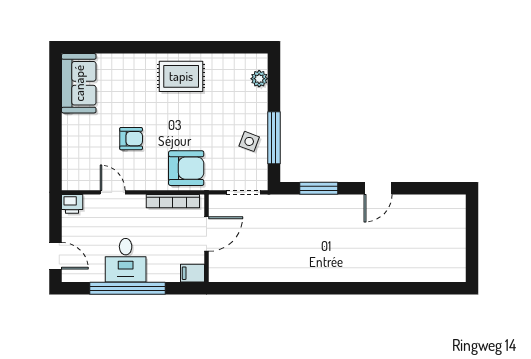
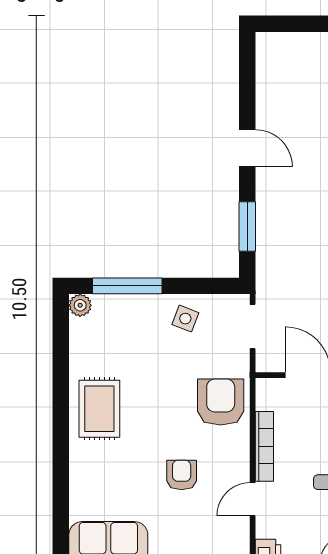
plant: (259, 79) -> (80, 305), moved
window: (274, 138) -> (127, 286), moved
bookcase: (173, 201) -> (264, 446), moved

